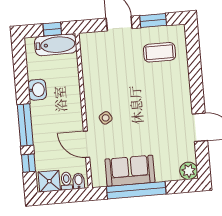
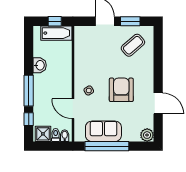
coffee table: (159, 52) -> (133, 45), turned -41
armchair: (149, 113) -> (121, 90), added

